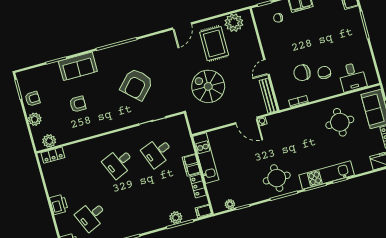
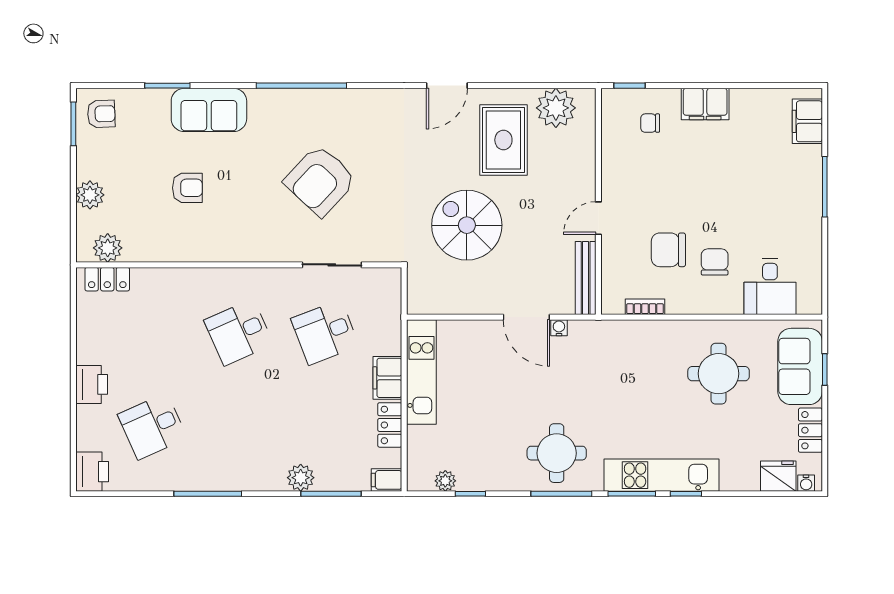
armchair: (33, 99) -> (101, 114), moved
plant: (176, 218) -> (301, 478), moved

